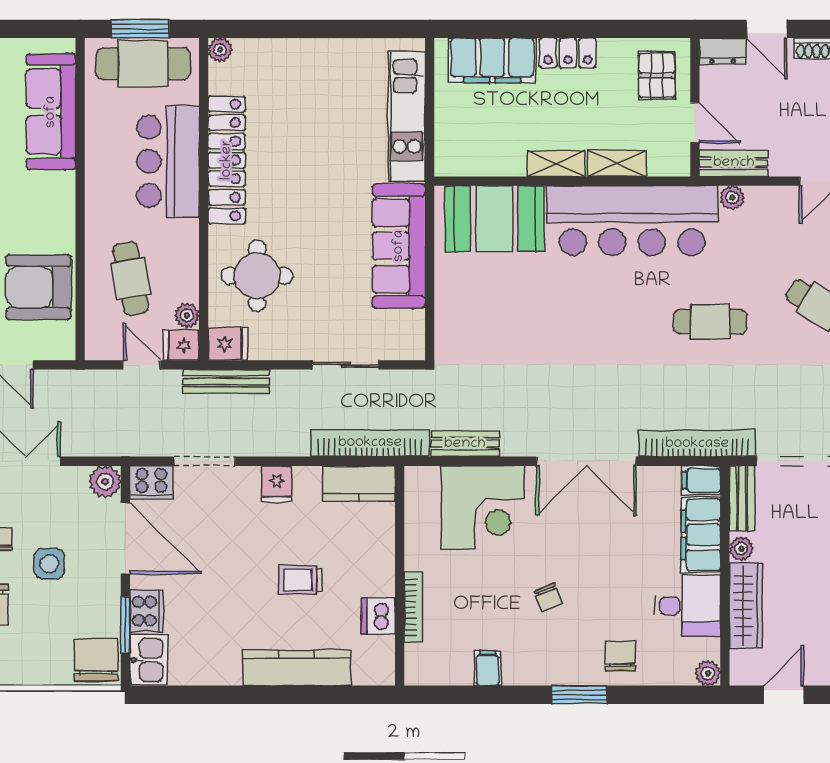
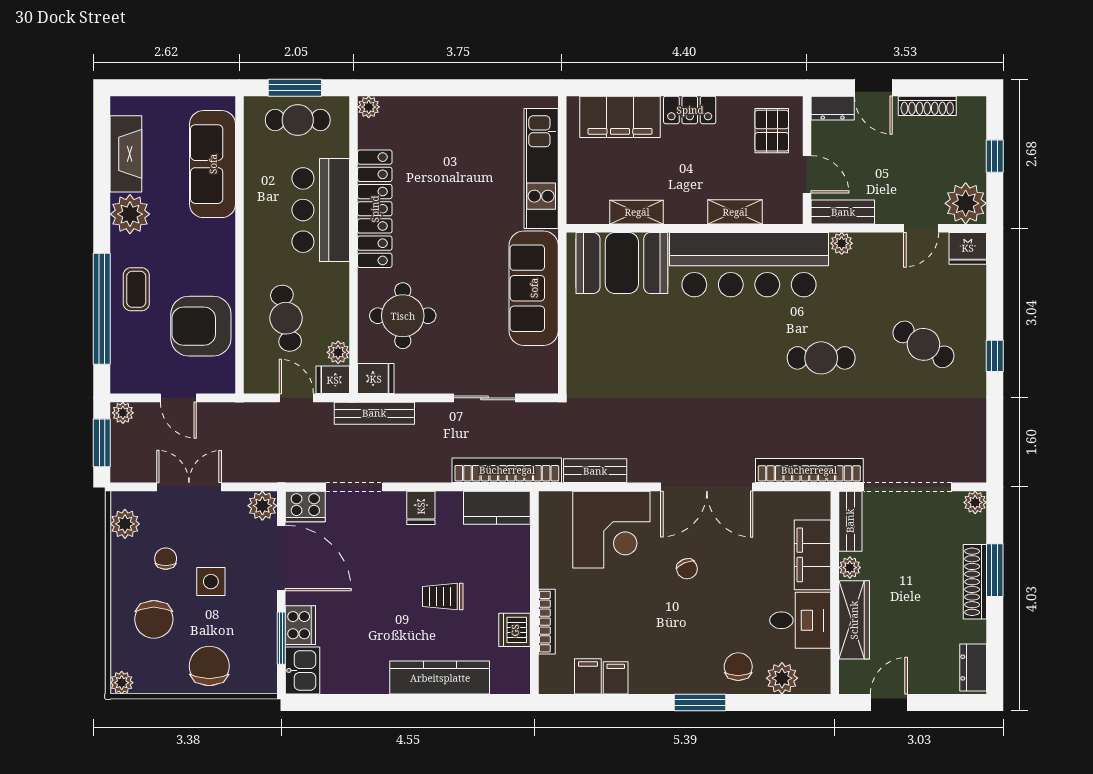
cafe table: (143, 64) -> (298, 120), width x0.73, depth x0.74
shelving: (556, 164) -> (637, 212), moved
filing cabinet: (701, 480) -> (588, 676), moved, turned 90
chair: (548, 597) -> (687, 569), moved
chair: (96, 660) -> (209, 666), moved
plant: (708, 673) -> (782, 678), moved, width x1.38, depth x1.38

